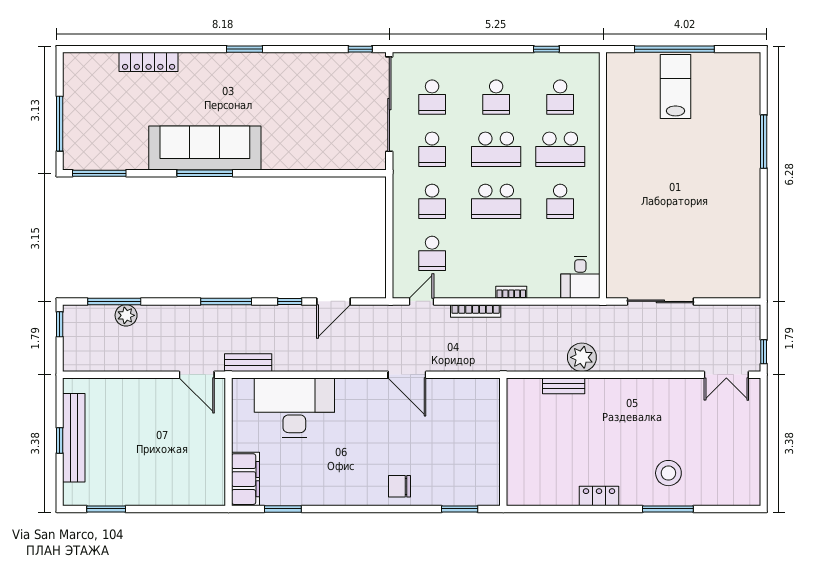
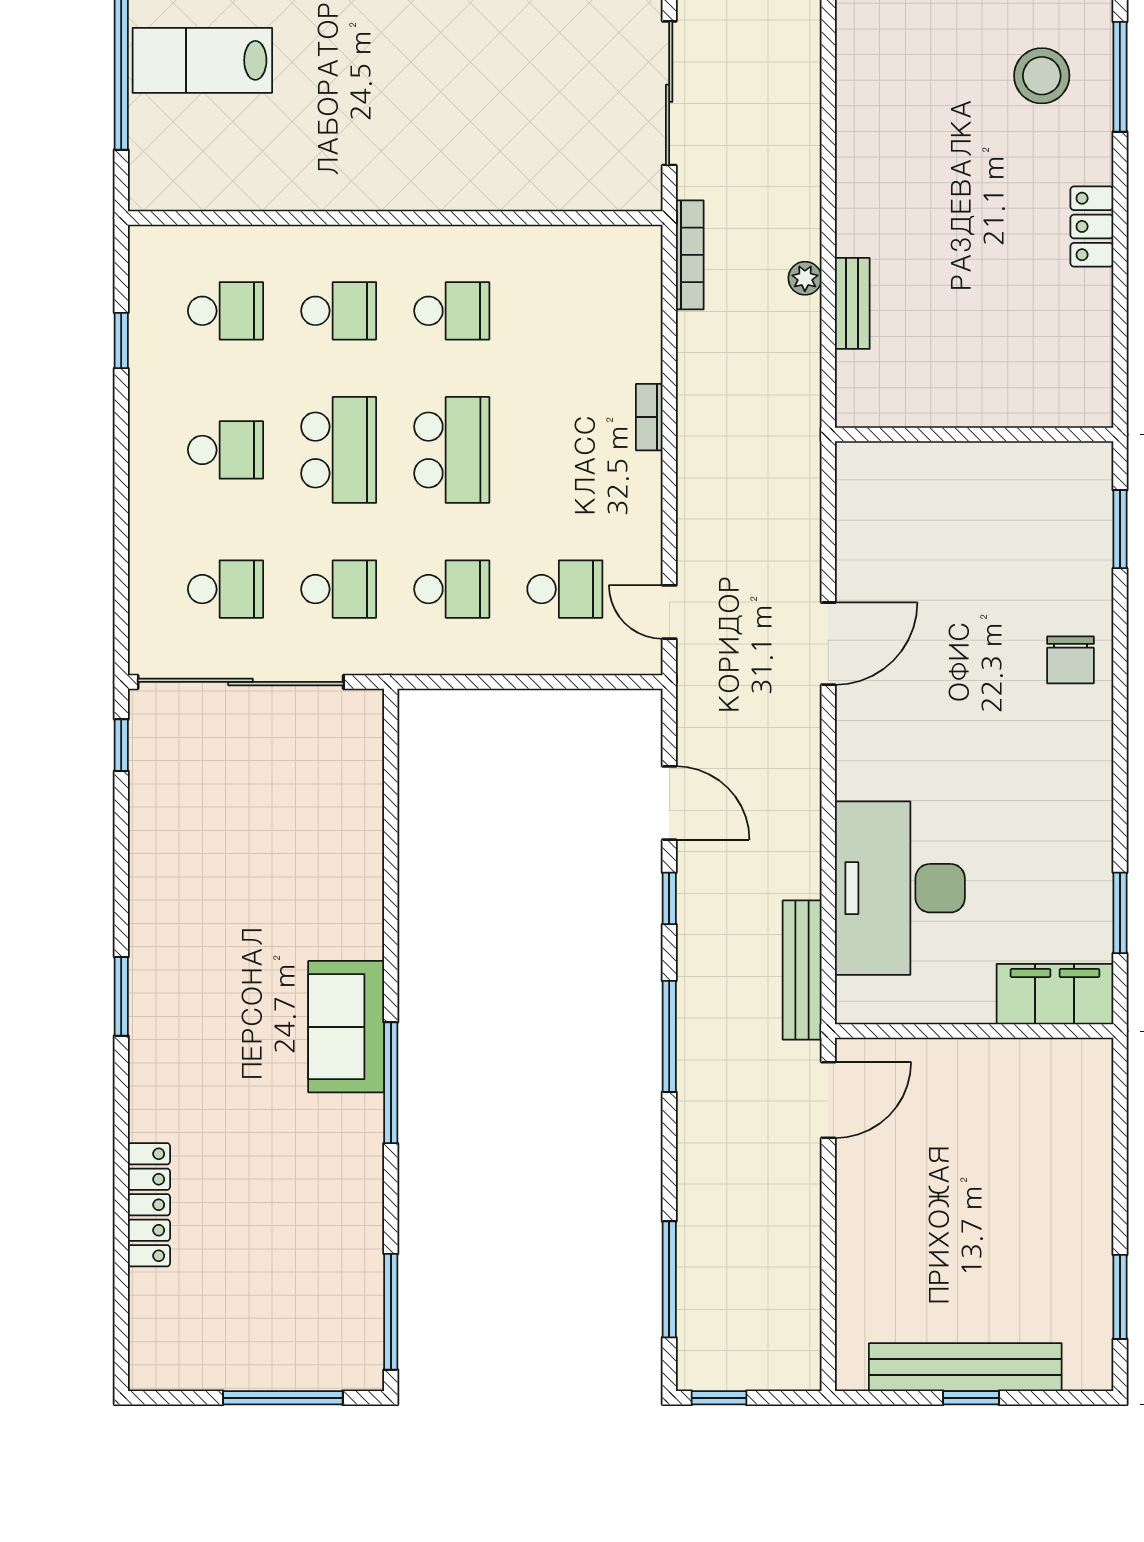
sofa: (205, 148) -> (346, 1027), width x0.54, depth x0.79
school desk: (560, 149) -> (339, 311), width x0.54
desk: (580, 277) -> (617, 267), removed
bookcase: (476, 311) -> (690, 255), moved
plant: (126, 315) -> (699, 1254), removed
plant: (582, 357) -> (805, 278), width x0.53, depth x0.53
bench: (248, 363) -> (802, 970), width x1.36

